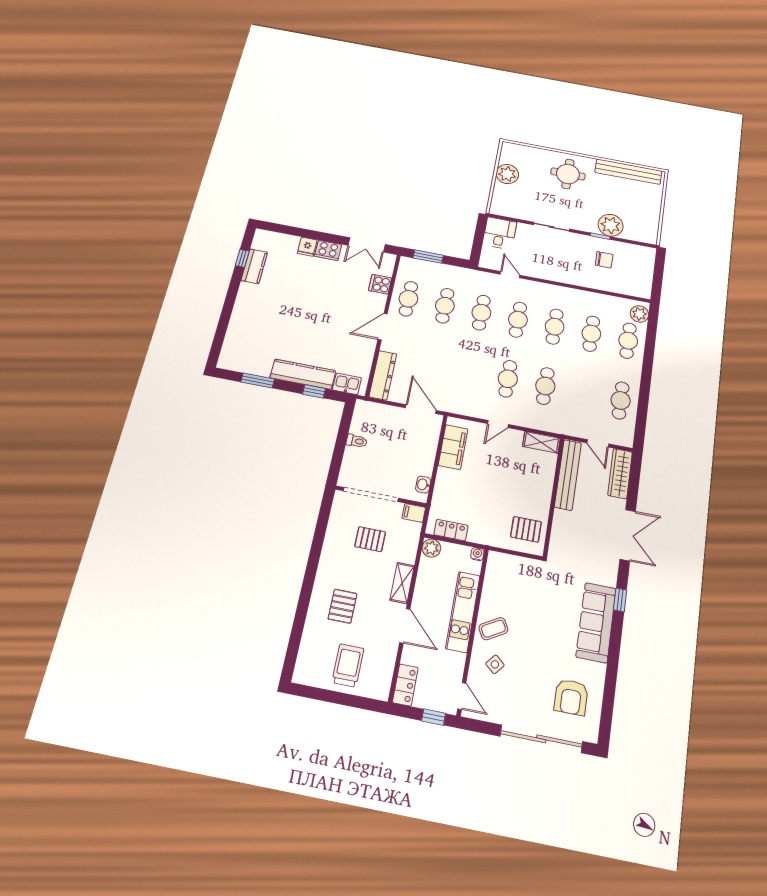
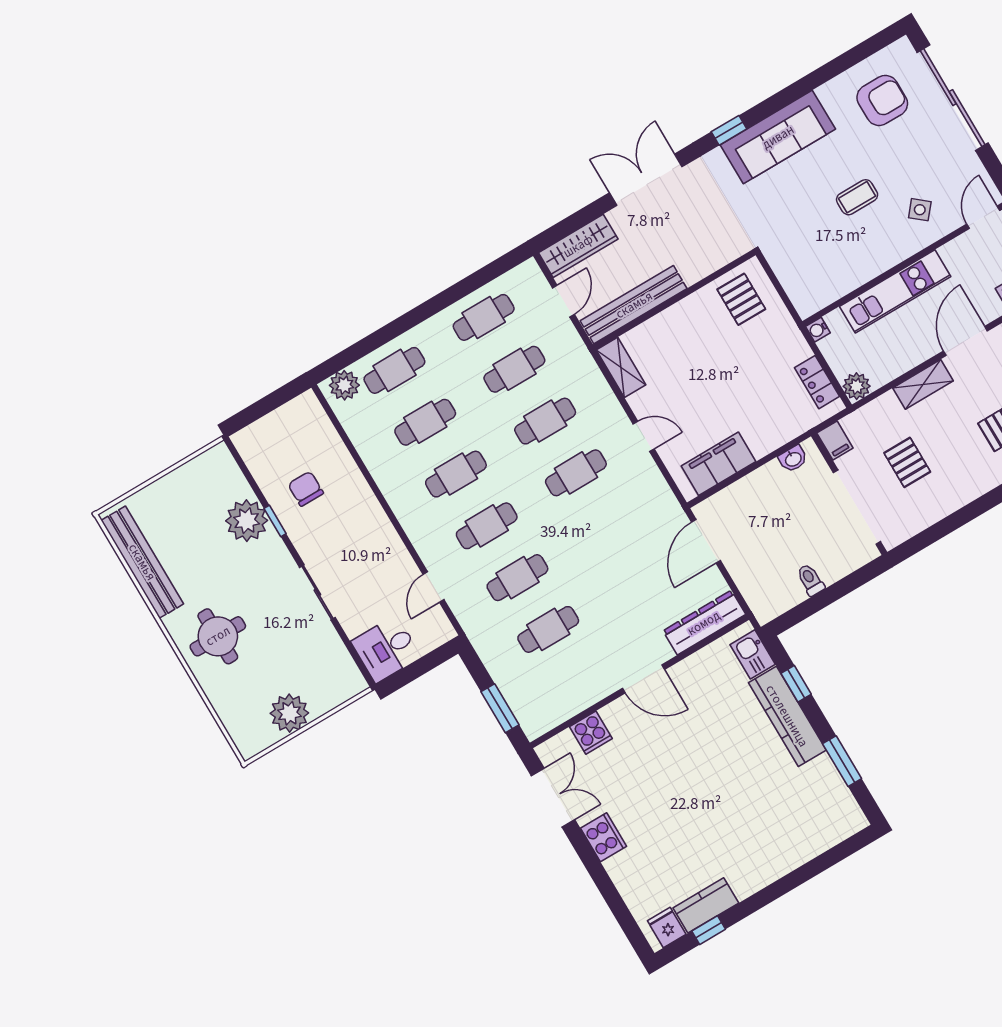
fridge: (307, 247) -> (667, 927), moved, turned -90
cafe table: (408, 299) -> (514, 369), moved
coffee table: (493, 629) -> (857, 197), moved, turned -61

